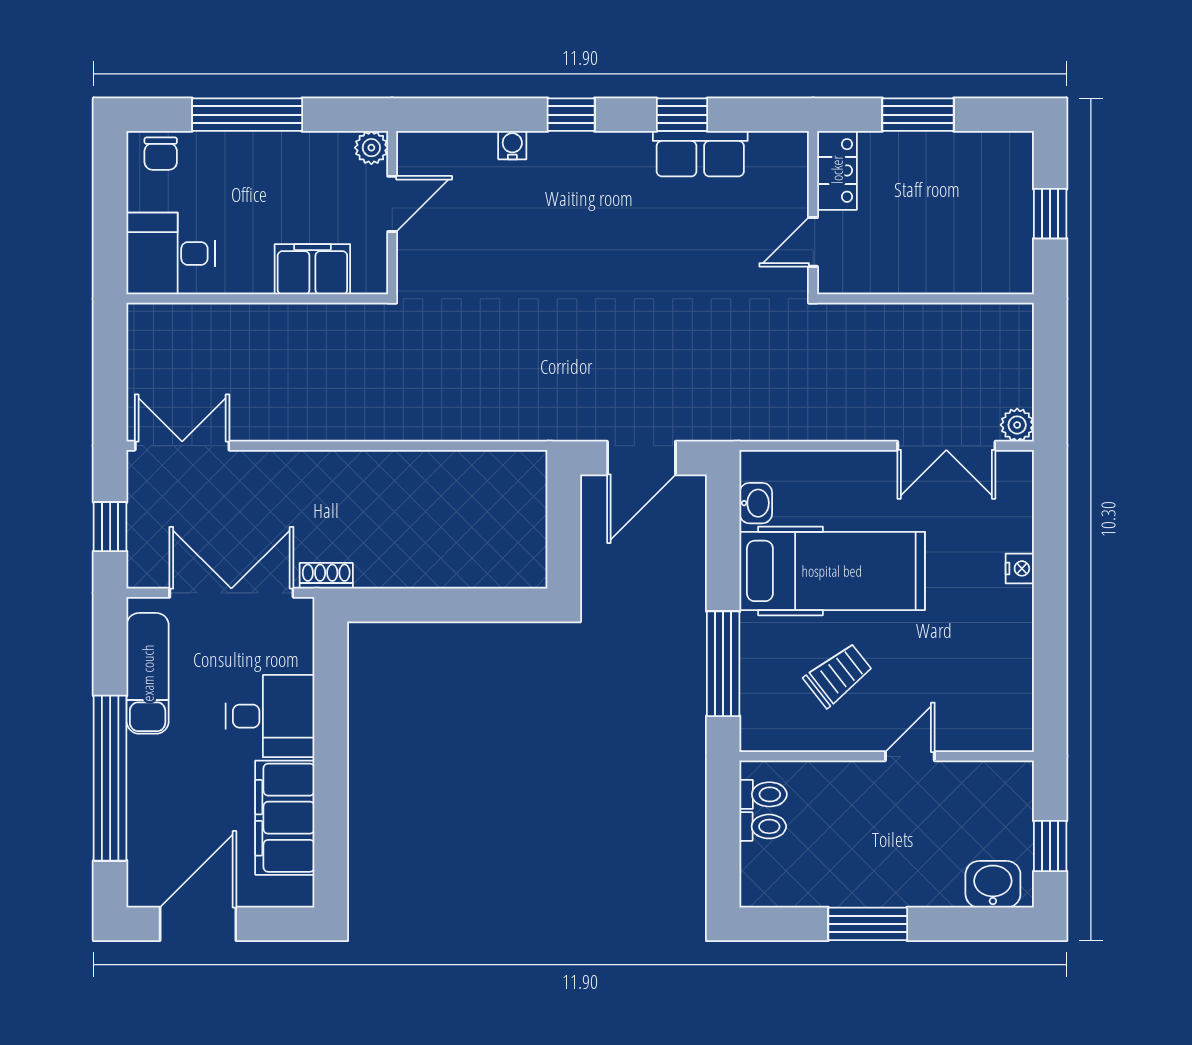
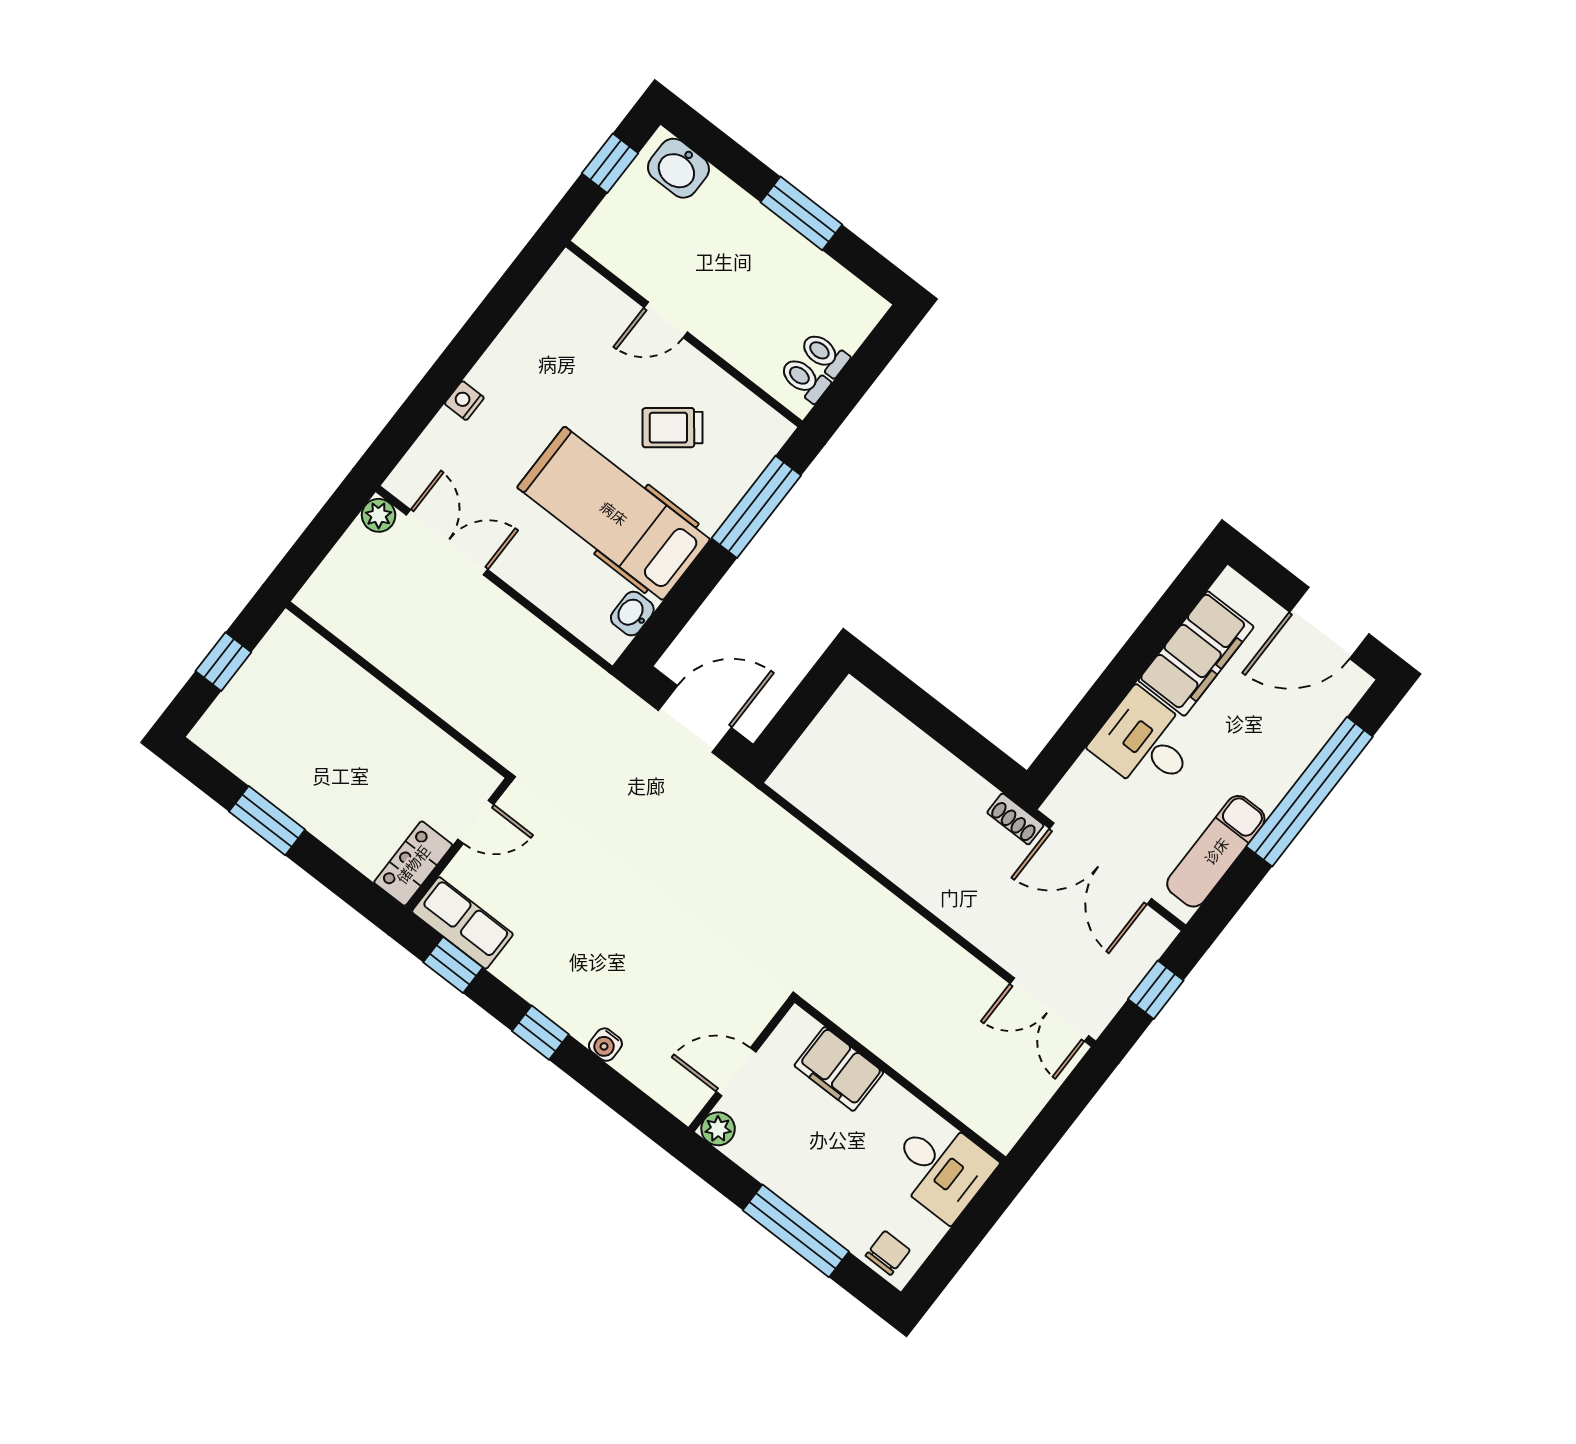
locker: (837, 170) -> (413, 864), moved
wall: (813, 213) -> (458, 845), moved
door: (813, 242) -> (476, 822), moved

